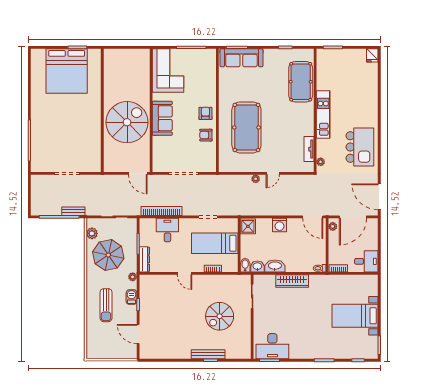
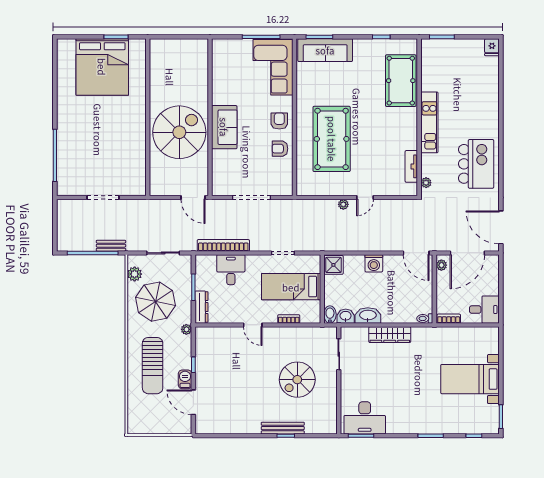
corner sofa: (168, 71) -> (273, 67), moved, turned 180
barbecue: (131, 297) -> (185, 379), moved
sun lounger: (106, 305) -> (153, 366), width x1.36, depth x1.34

